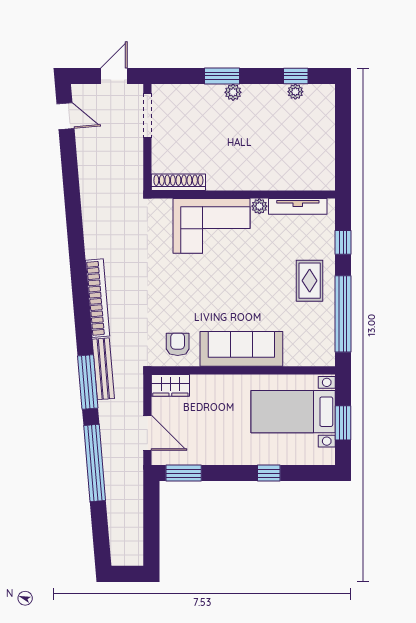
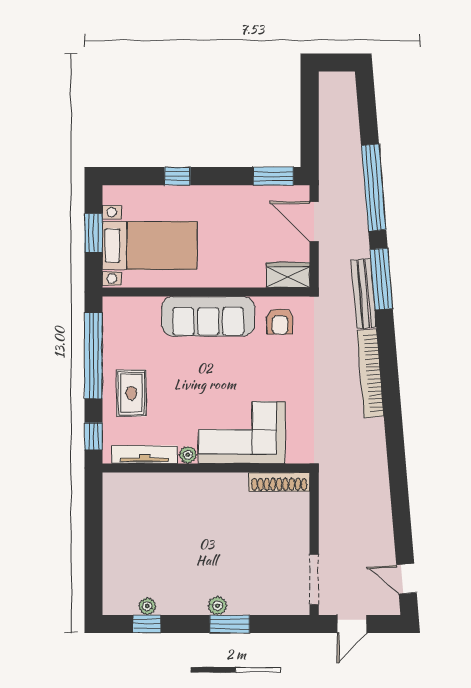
shoe rack: (178, 182) -> (279, 482), moved
wall: (243, 195) -> (206, 468), moved
plant: (259, 206) -> (188, 455), moved
tv unit: (298, 206) -> (144, 455), moved
corner sofa: (212, 226) -> (242, 433), moved

